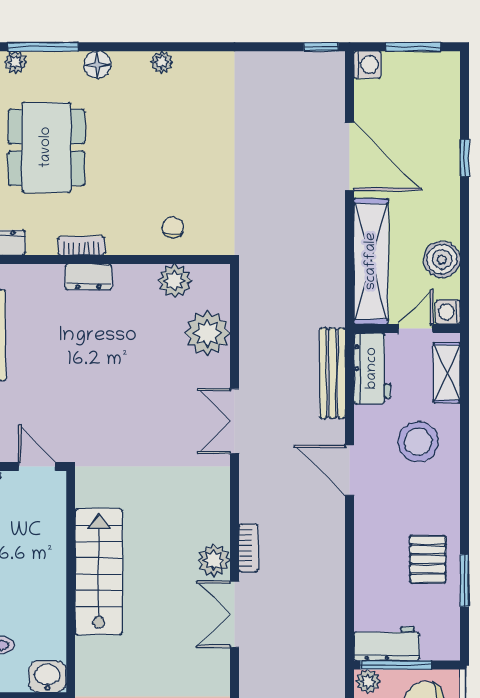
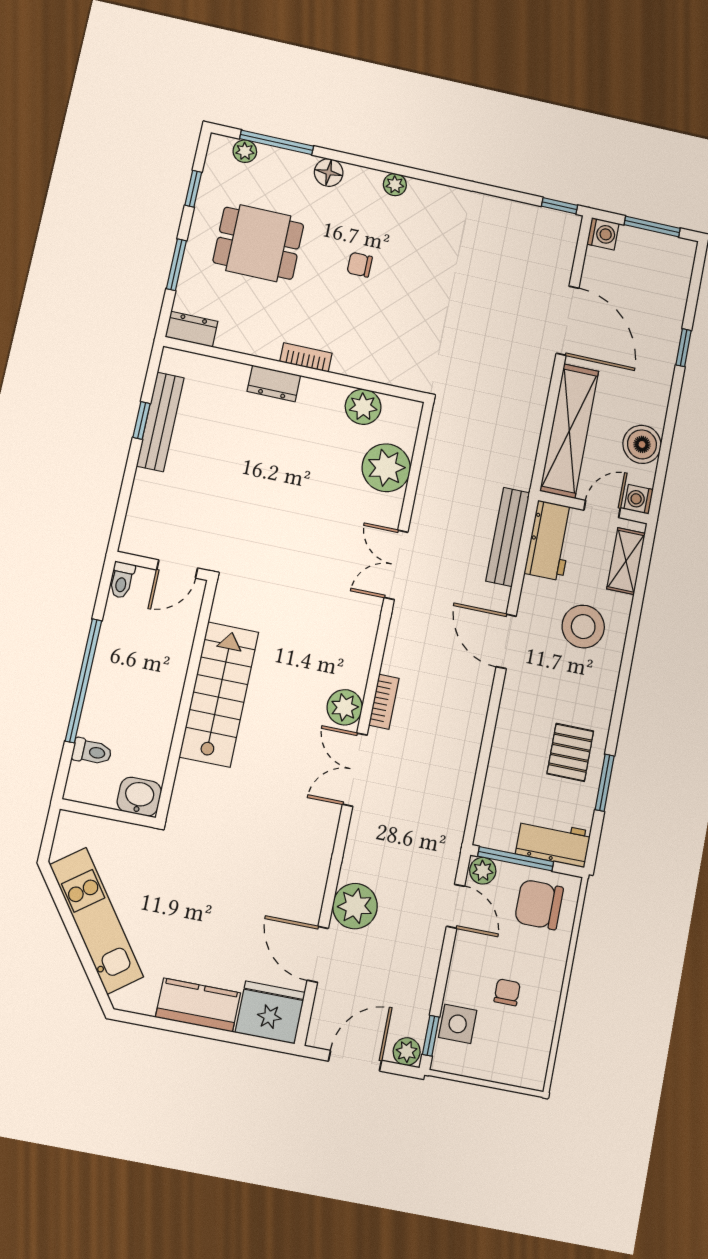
dining table: (46, 147) -> (258, 243), width x0.73
chair: (173, 227) -> (360, 265), moved, turned -90
bookcase: (81, 246) -> (306, 357), moved
door: (37, 467) -> (177, 569), swing flipped
workbench: (387, 644) -> (553, 843), moved

